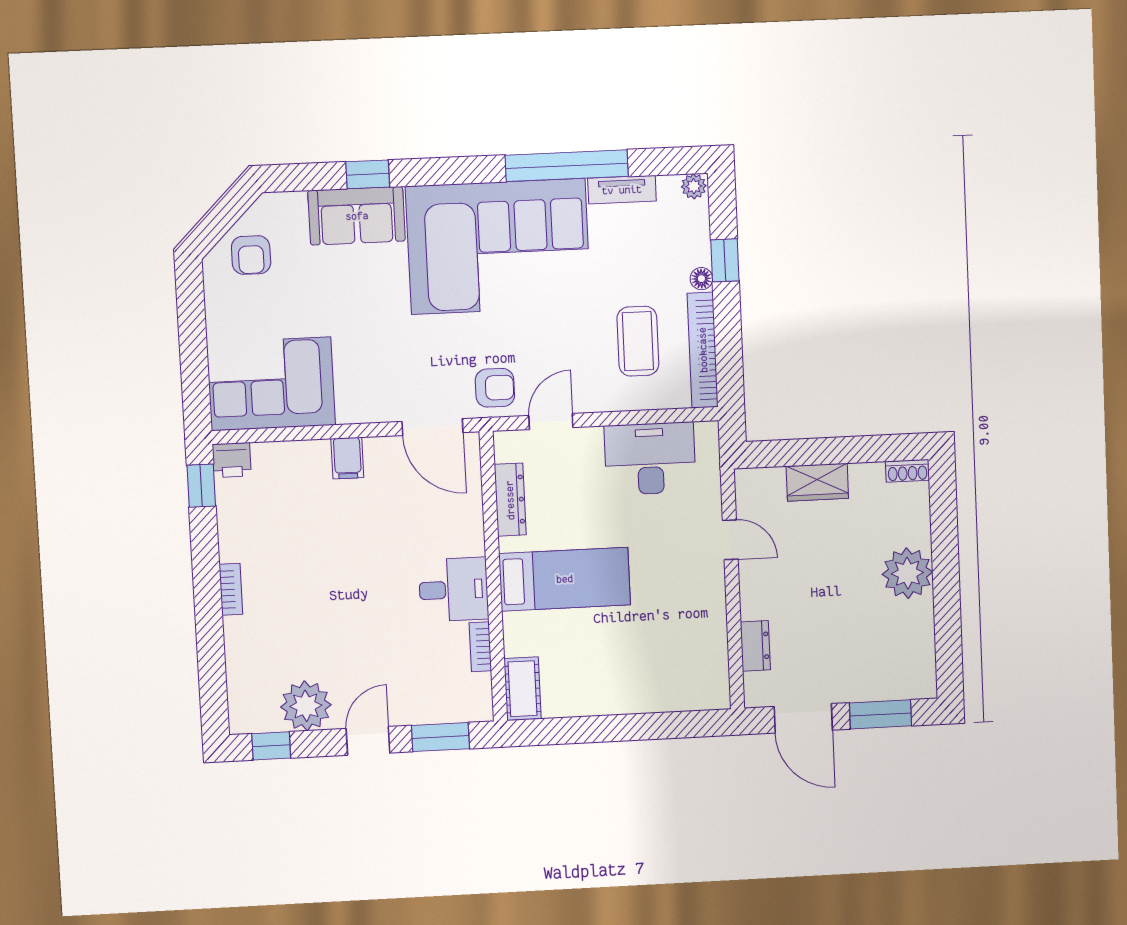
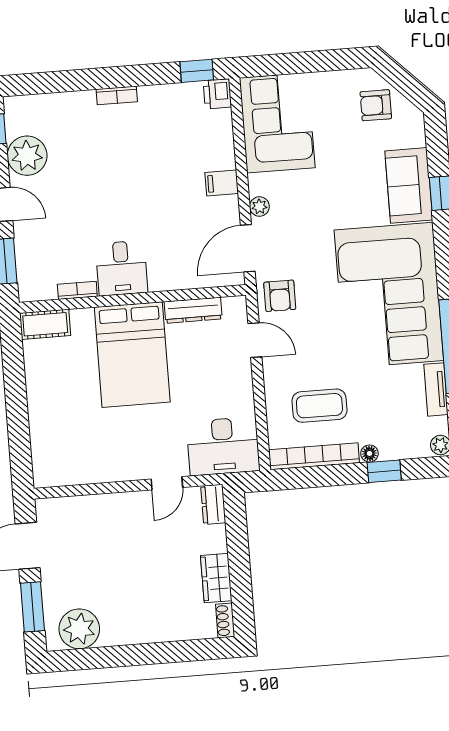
plant: (379, 410) -> (259, 206), added
desk: (650, 459) -> (223, 446), moved, turned 90
wardrobe: (817, 482) -> (216, 578), moved
plant: (907, 573) -> (79, 629), moved
bed: (565, 579) -> (132, 355), width x1.50
dresser: (755, 646) -> (213, 504), moved, turned 90

